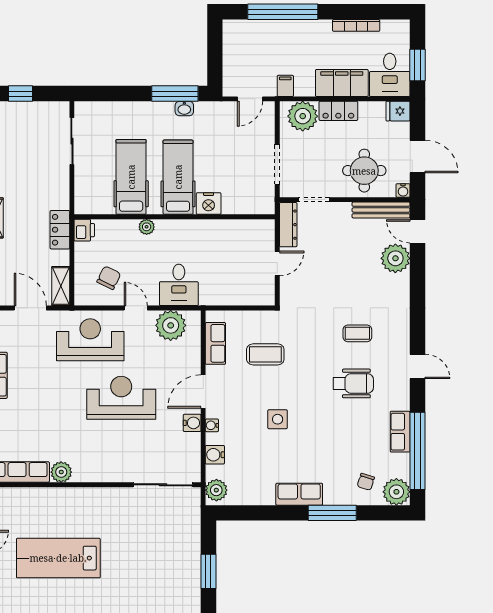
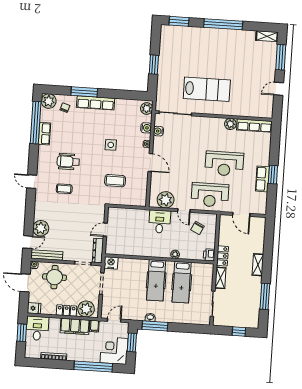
corner desk: (247, 43) -> (114, 351), added
window: (215, 60) -> (132, 342), added
filing cabinet: (342, 83) -> (75, 326), moved
nightstand: (209, 203) -> (111, 263), moved
door: (418, 231) -> (28, 242), hinge flipped
shelving: (61, 286) -> (220, 278), moved
row of seats: (215, 343) -> (142, 188), removed
door: (418, 366) -> (32, 182), moved
door: (203, 392) -> (150, 163), hinge flipped
reception desk: (121, 398) -> (224, 164), moved
water cooler: (192, 423) -> (158, 131), moved
row of seats: (299, 494) -> (96, 103), width x1.48
lab bench: (58, 558) -> (207, 89), moved

